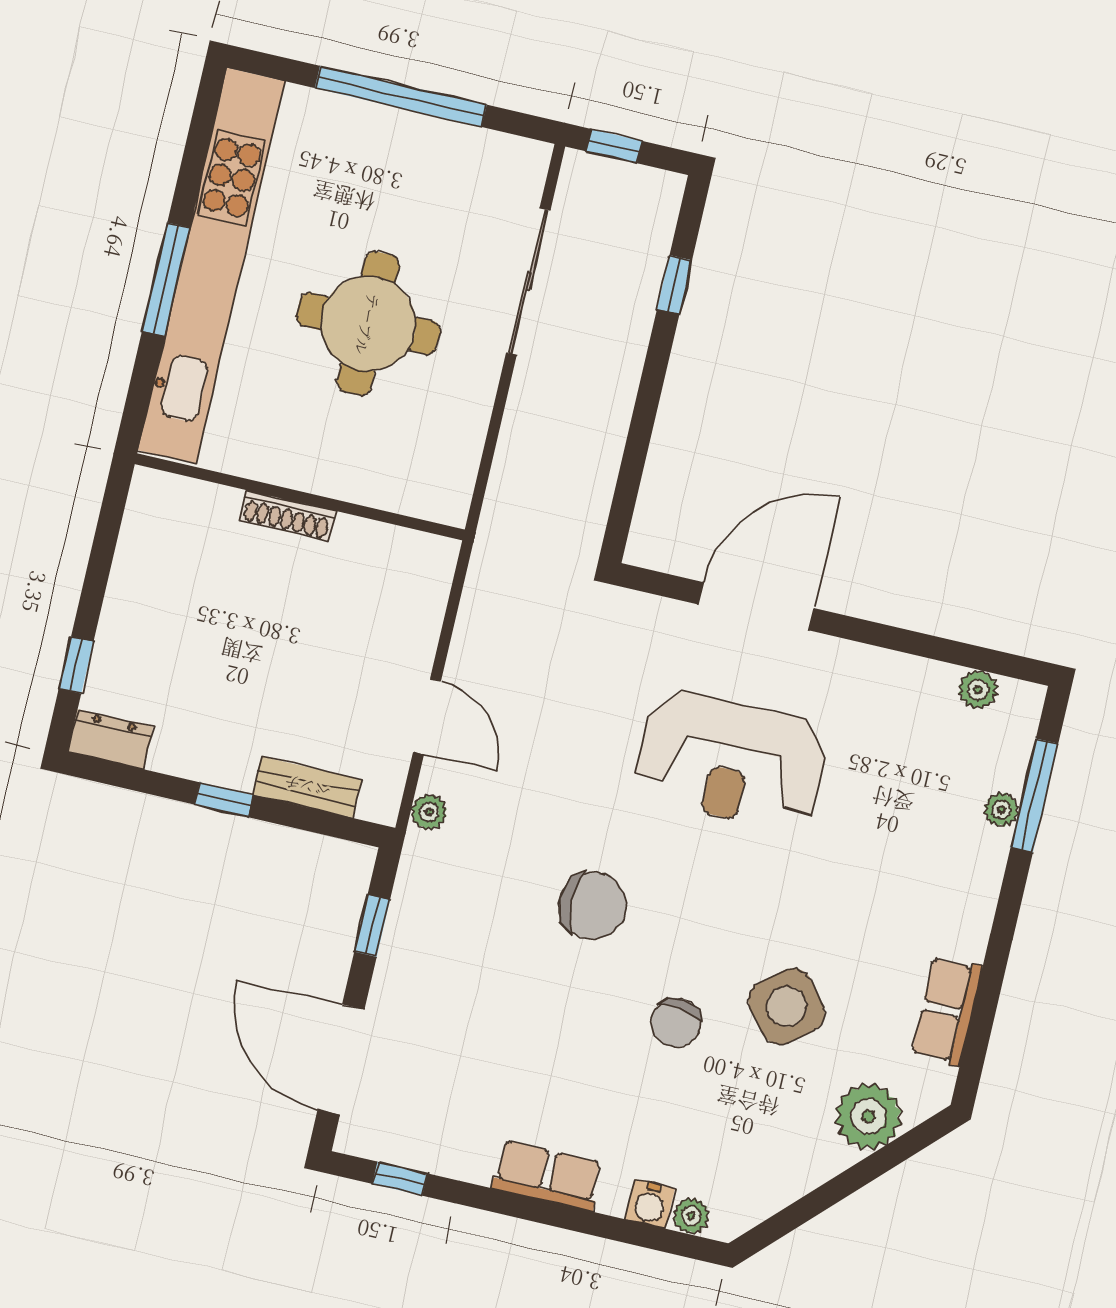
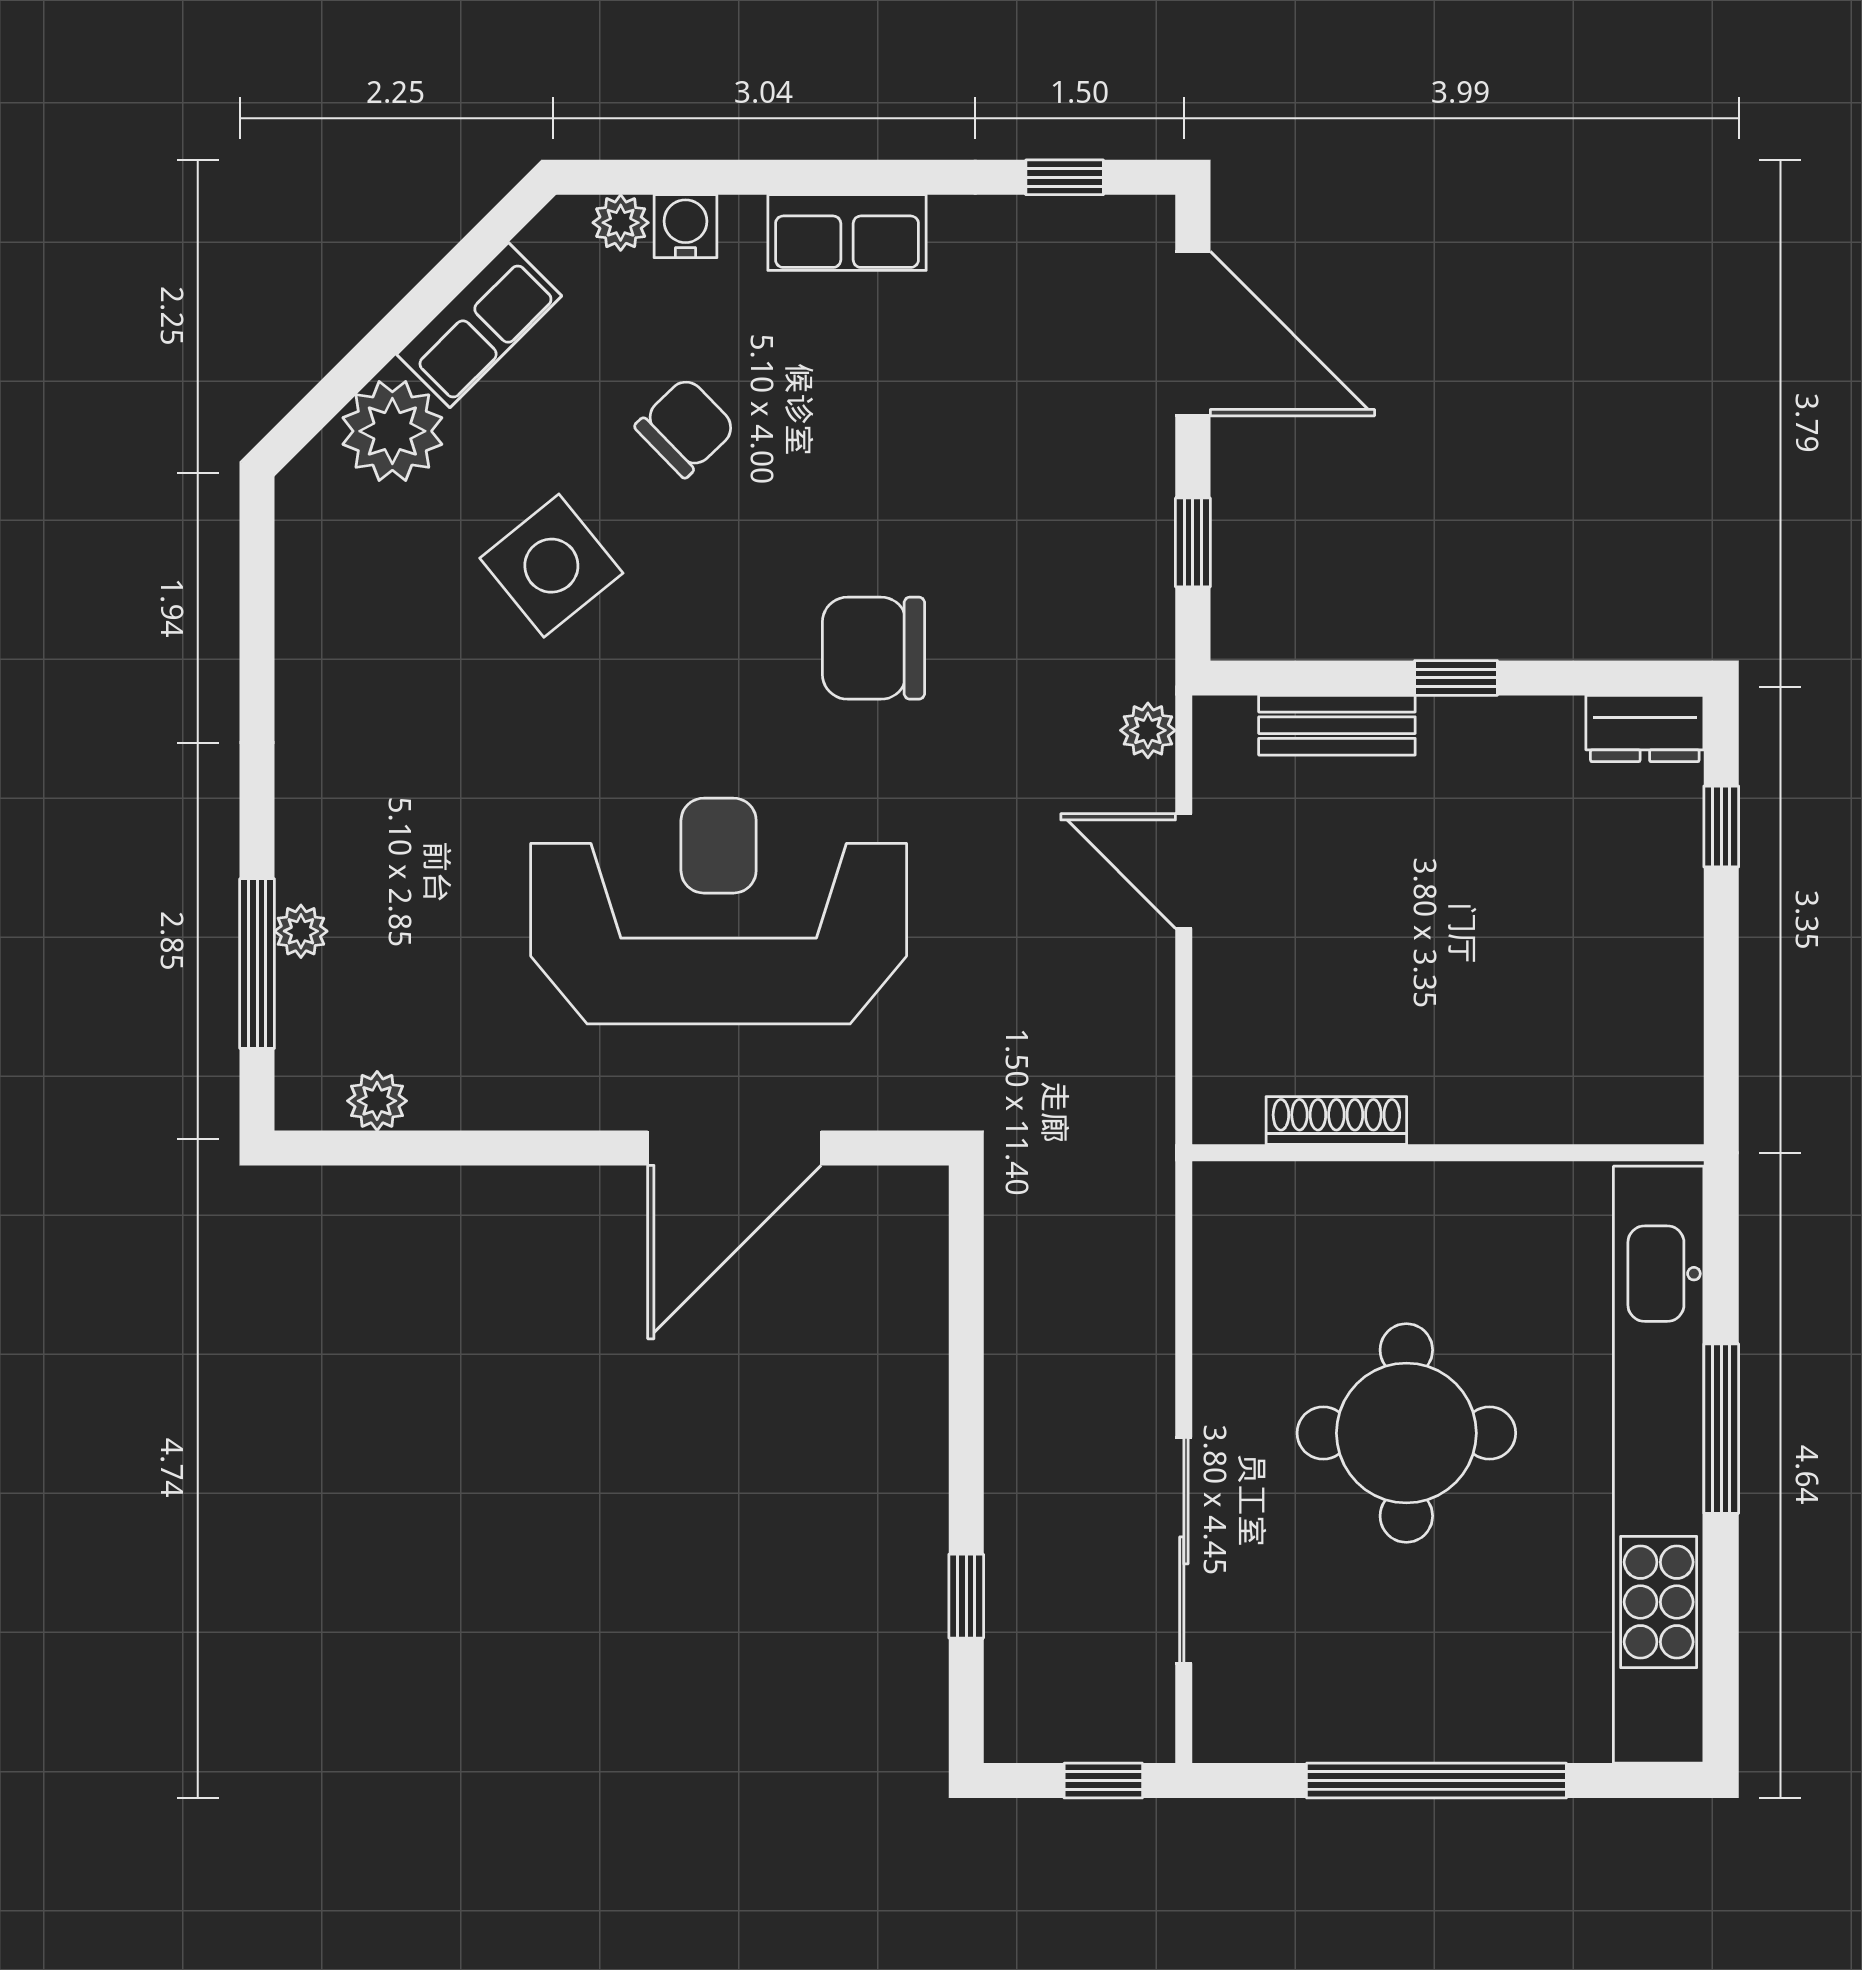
shoe rack: (287, 516) -> (1336, 1121), moved
reception desk: (731, 760) -> (719, 911), width x1.36, depth x1.30
row of seats: (947, 1011) -> (479, 325), moved, turned 45
chair: (676, 1023) -> (686, 427), moved, turned 38

